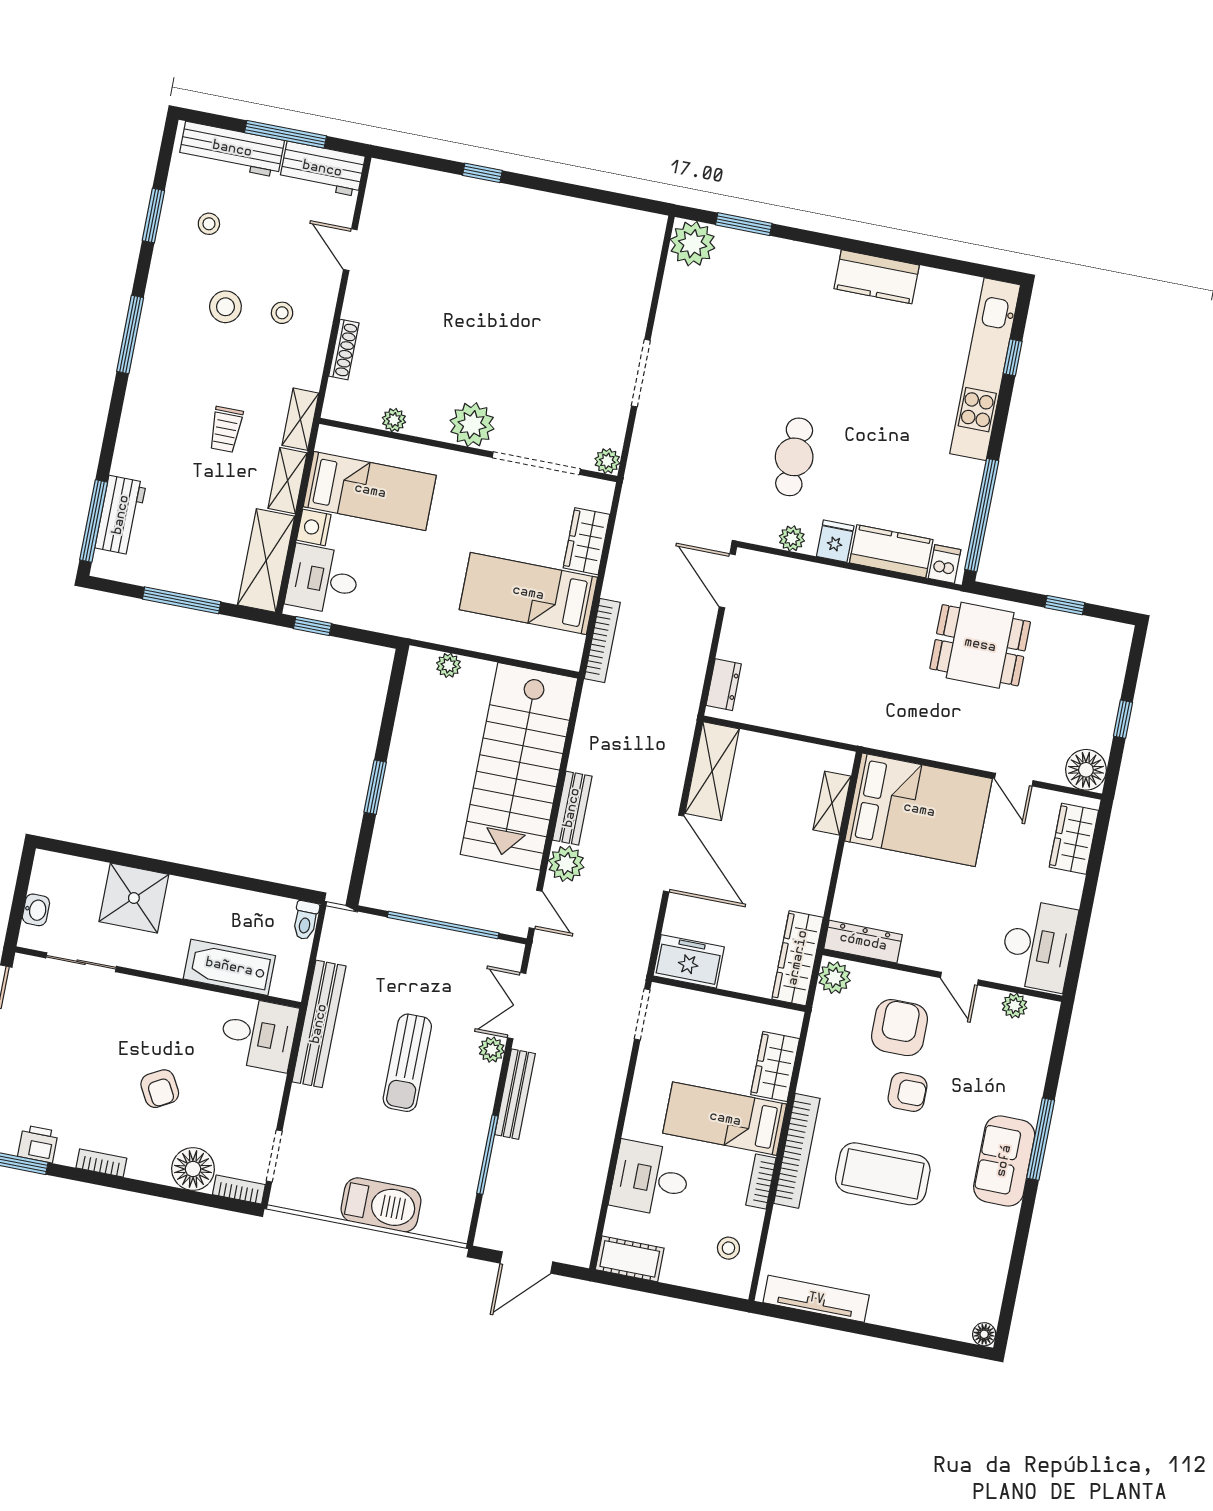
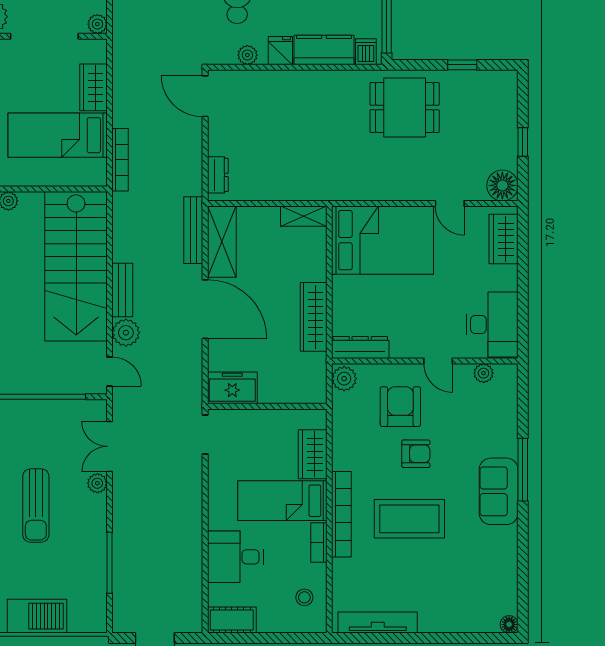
shelving: (832, 803) -> (304, 216), moved, turned 90
wardrobe: (798, 958) -> (314, 317), moved
bench: (515, 1094) -> (193, 230), moved

